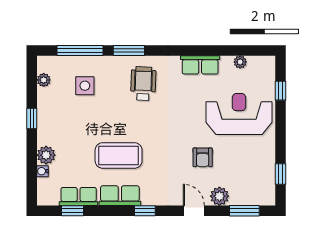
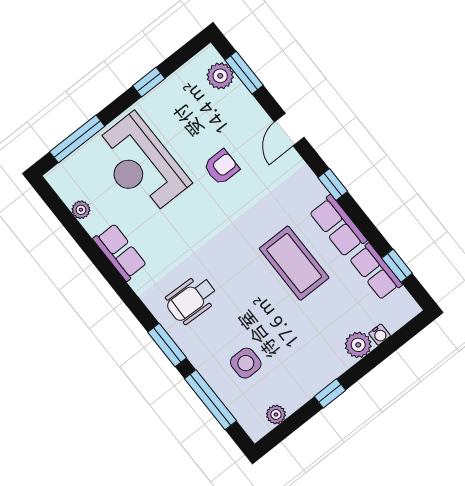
window: (281, 91) -> (77, 139), width x2.17
window: (281, 174) -> (149, 82), moved
plant: (219, 196) -> (220, 76), moved

